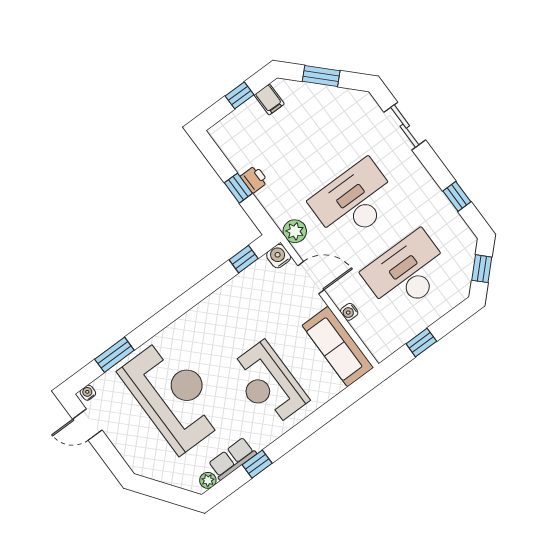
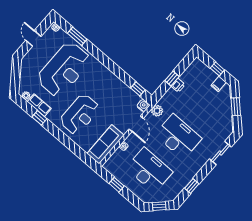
reception desk: (268, 384) -> (80, 114), turned 180
door: (87, 425) -> (33, 38), moved

